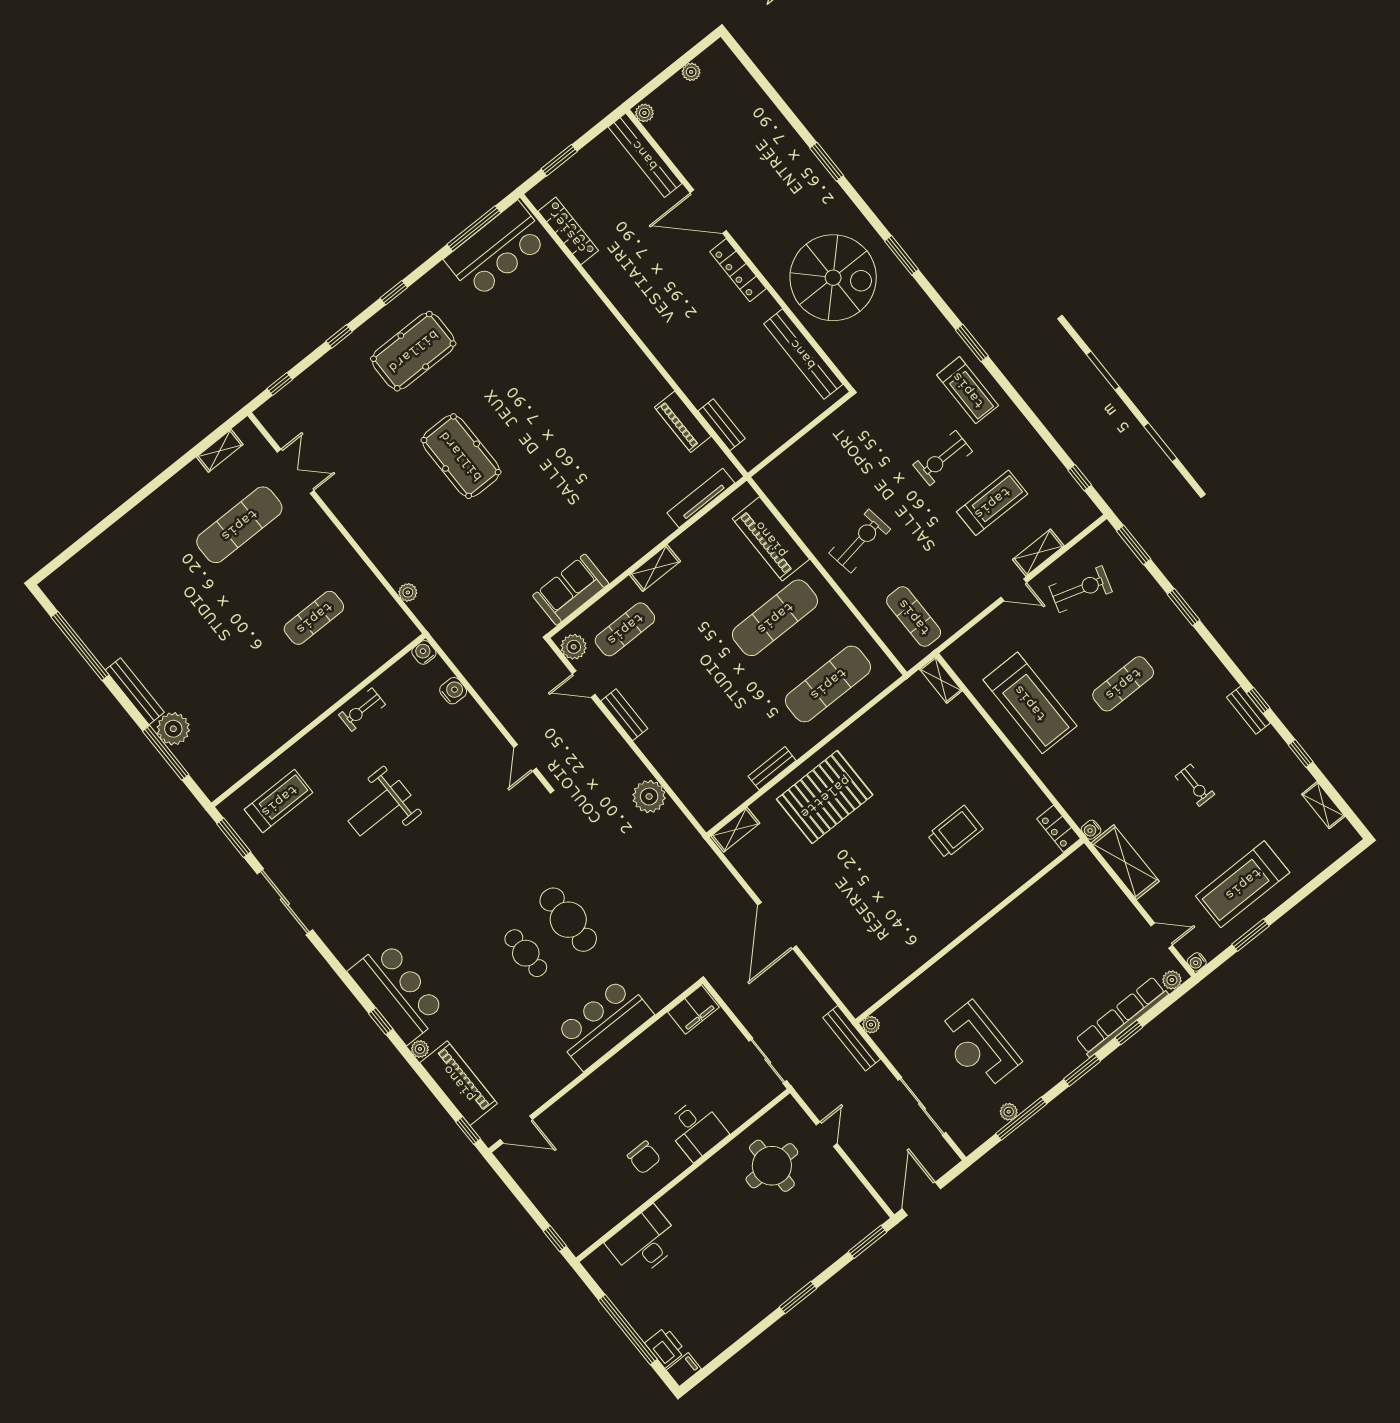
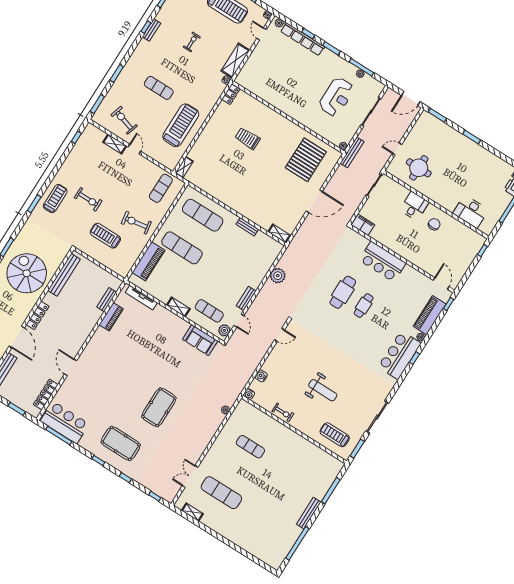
door: (607, 302) -> (71, 367), added
treadmill: (992, 503) -> (105, 236), moved
plant: (173, 729) -> (319, 491), removed
pallet: (825, 797) -> (306, 160), moved, turned 90

